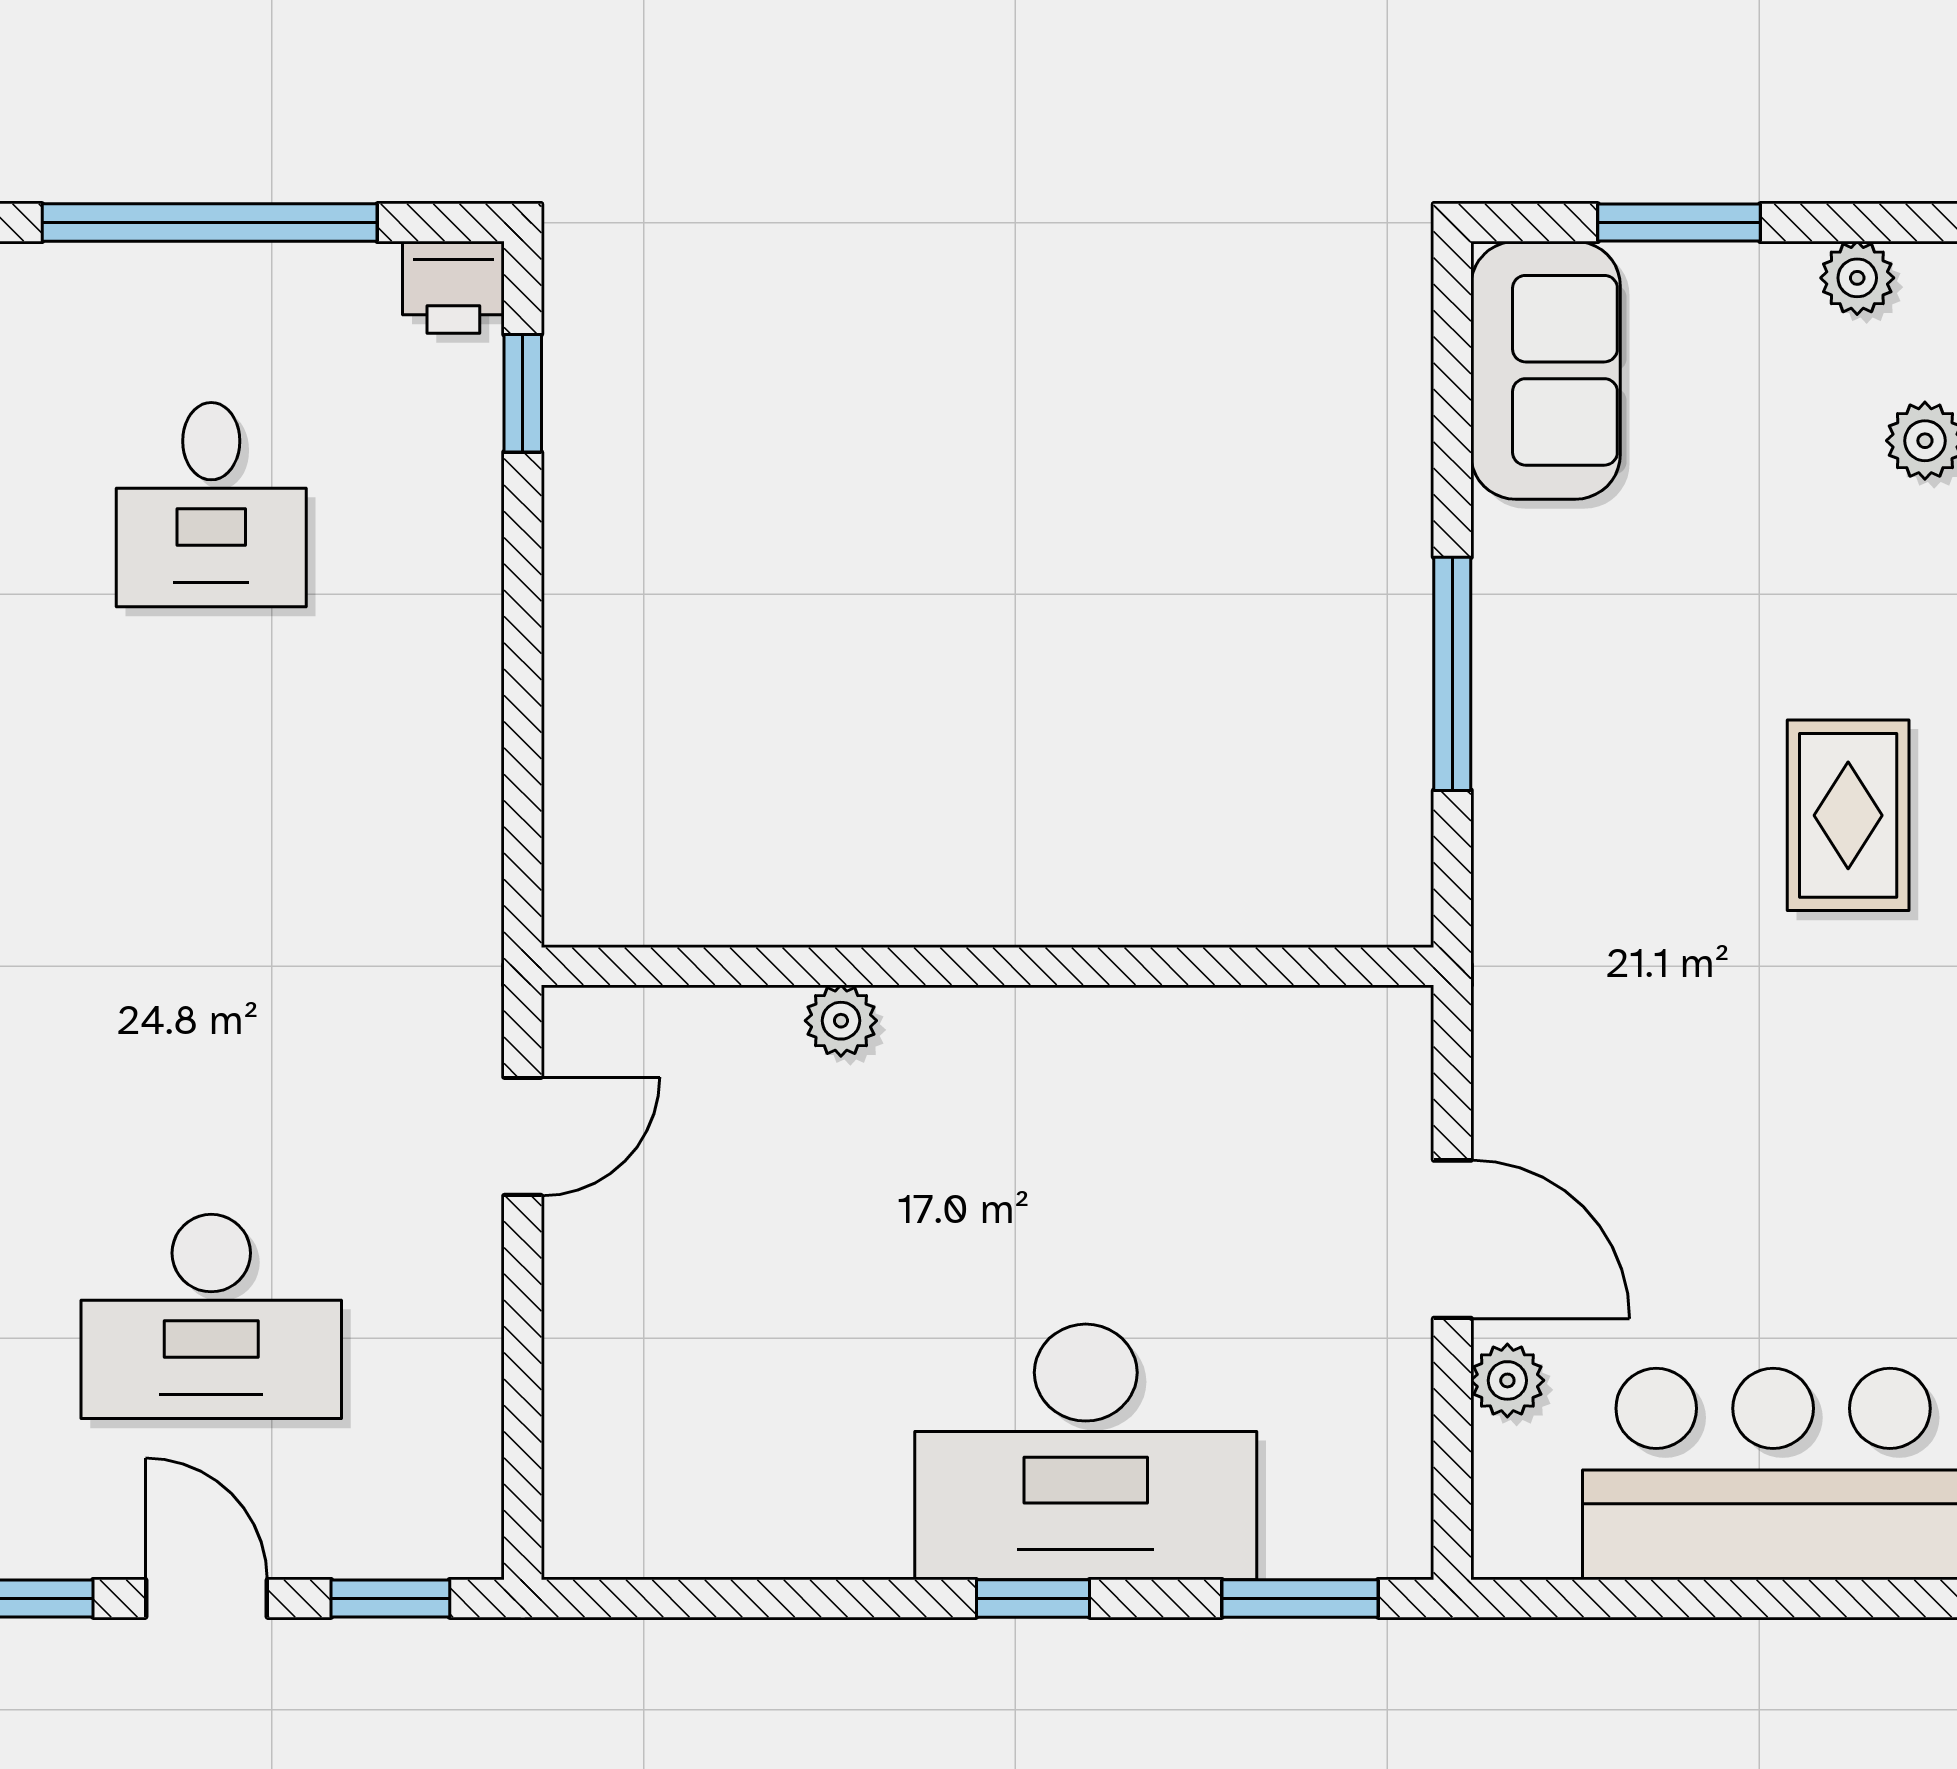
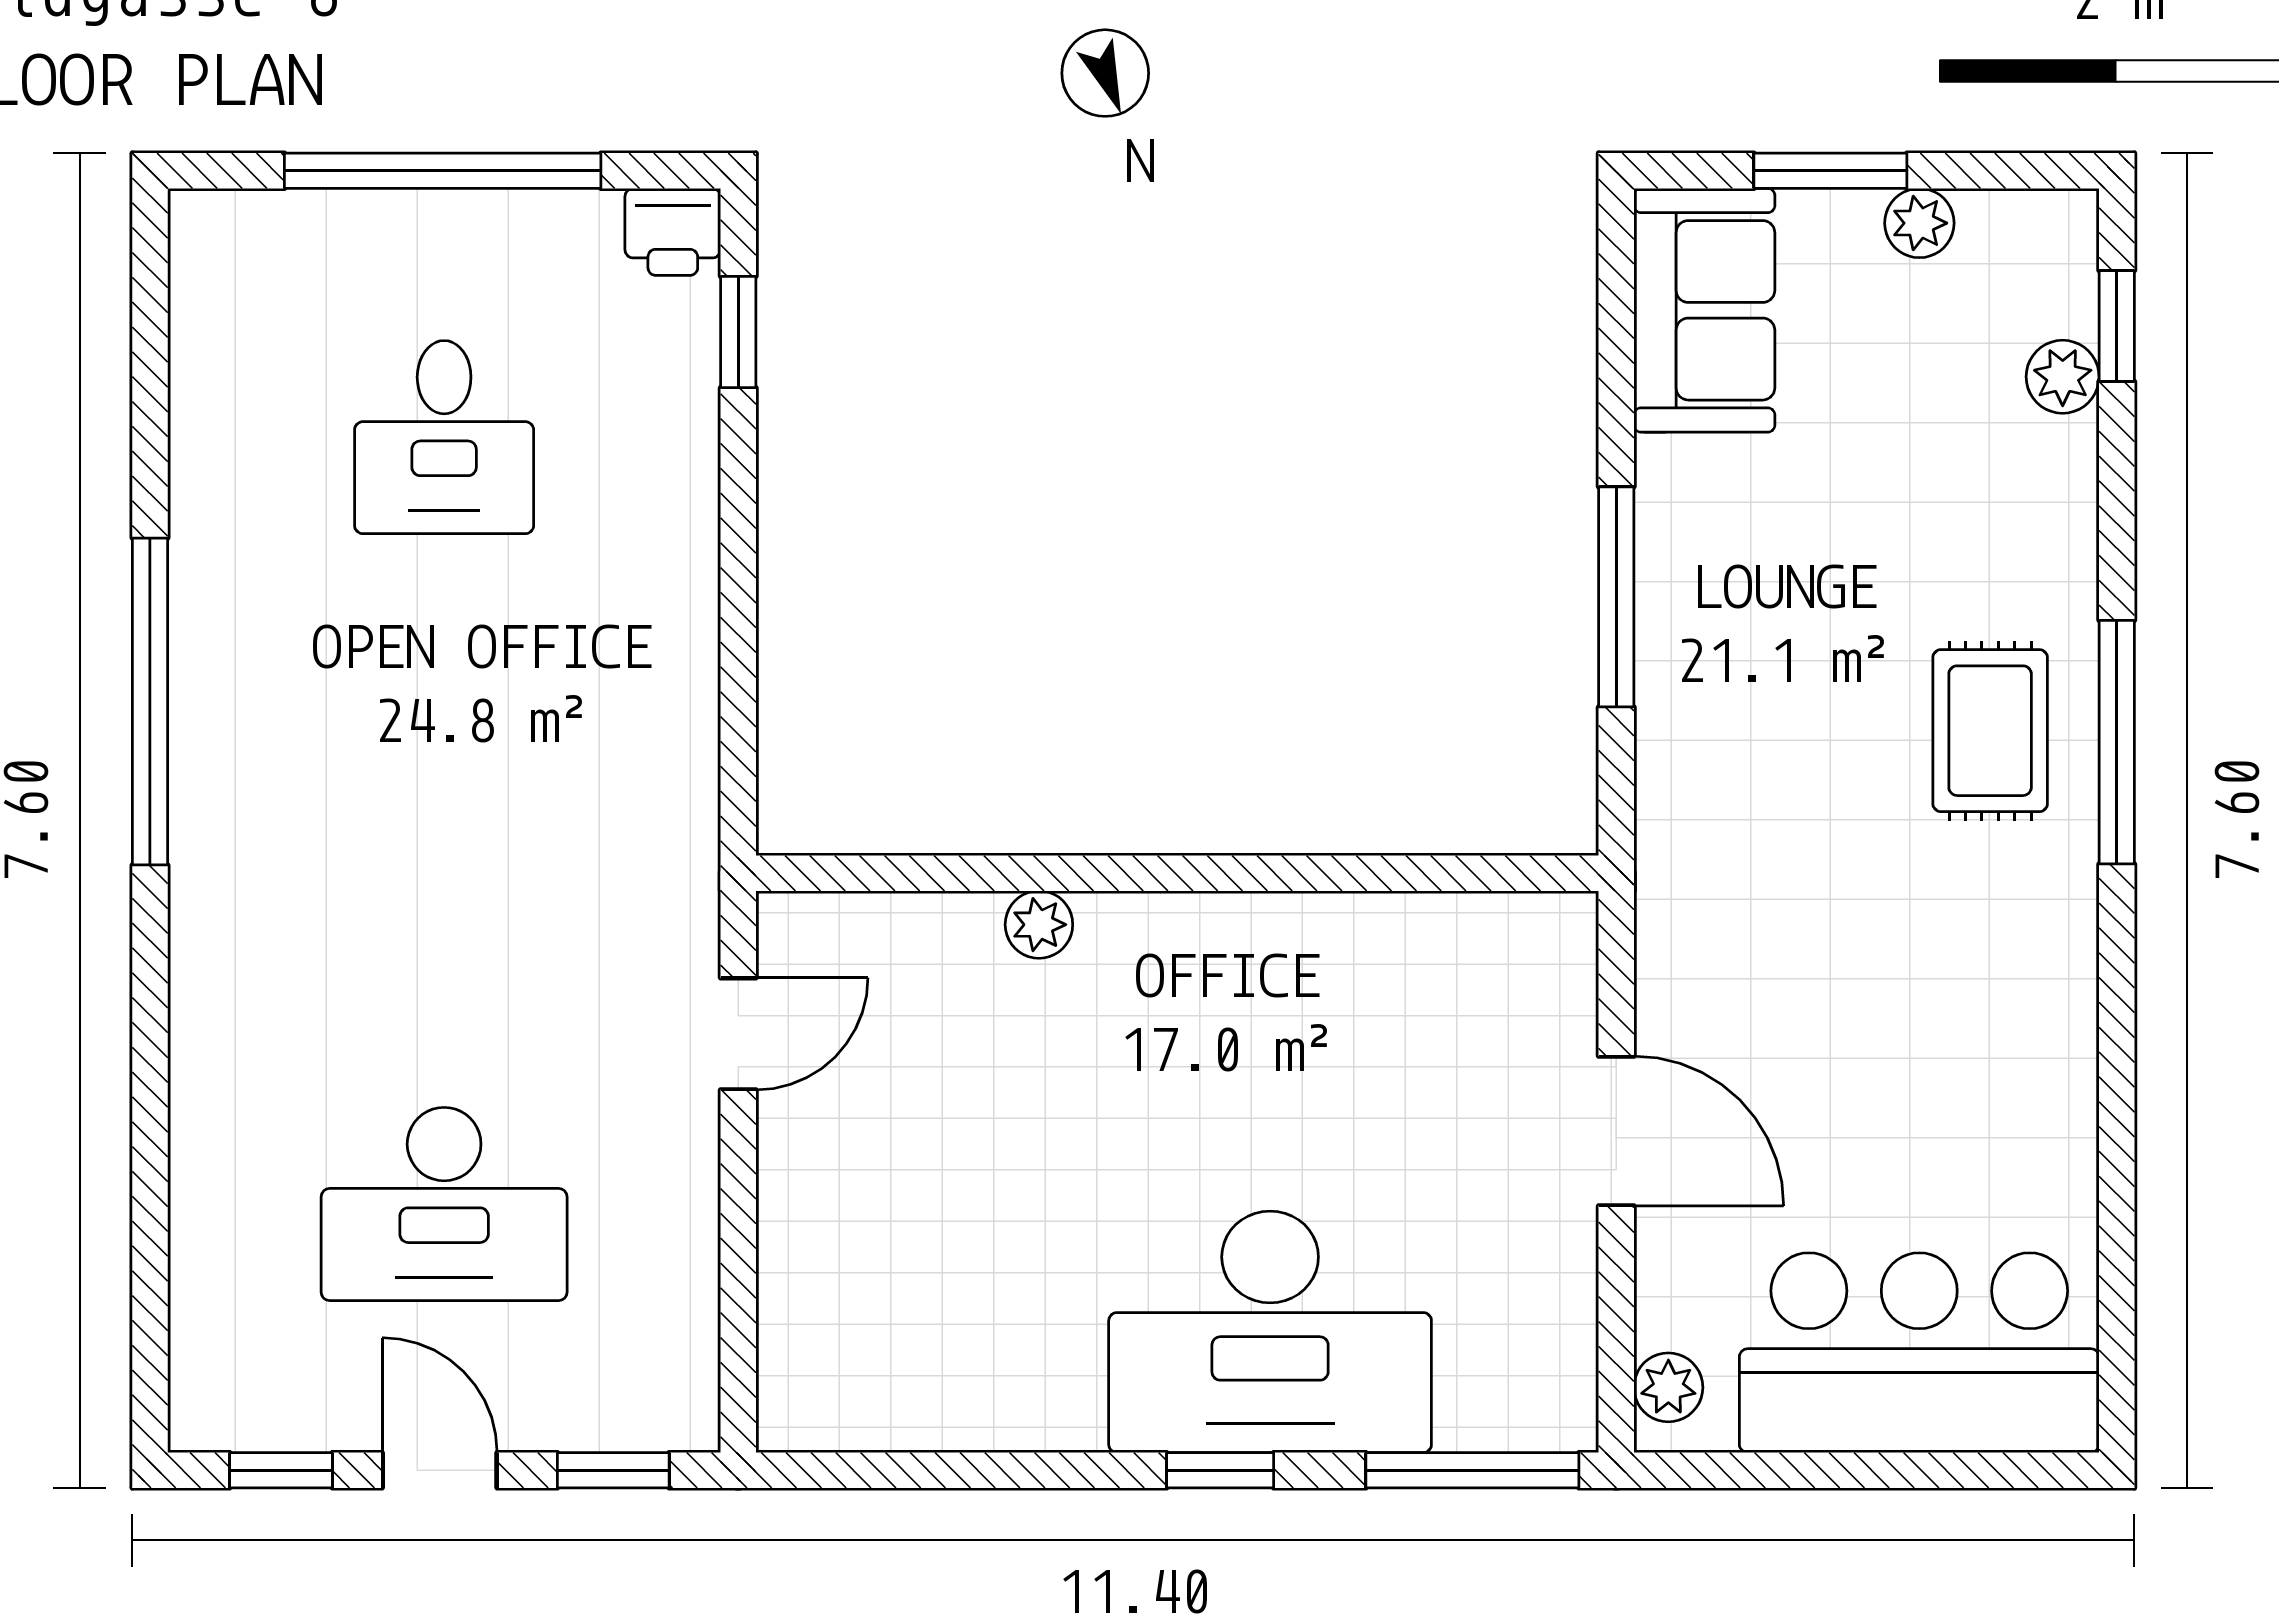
plant: (1857, 278) -> (1919, 223), moved
plant: (1507, 1380) -> (1668, 1387), moved
window: (1300, 1598) -> (1472, 1470), width x1.44

